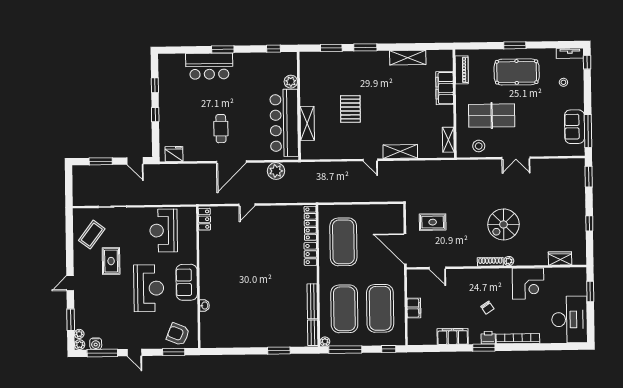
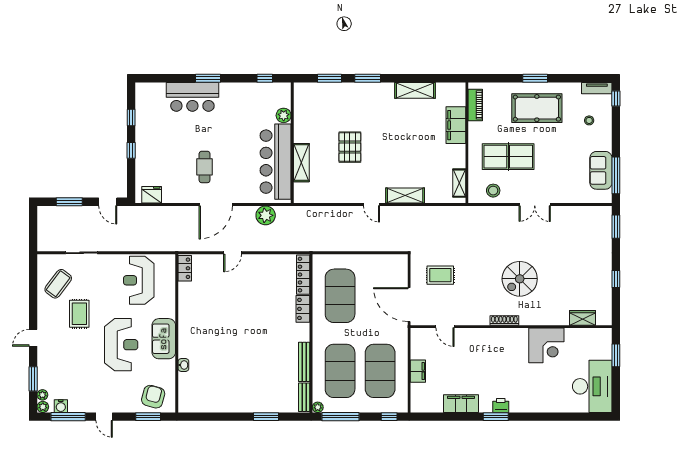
plant: (509, 261) -> (525, 320), removed
chair: (487, 308) -> (500, 372), removed
armchair: (178, 334) -> (153, 397), turned 83
bookcase: (518, 339) -> (534, 407), removed

